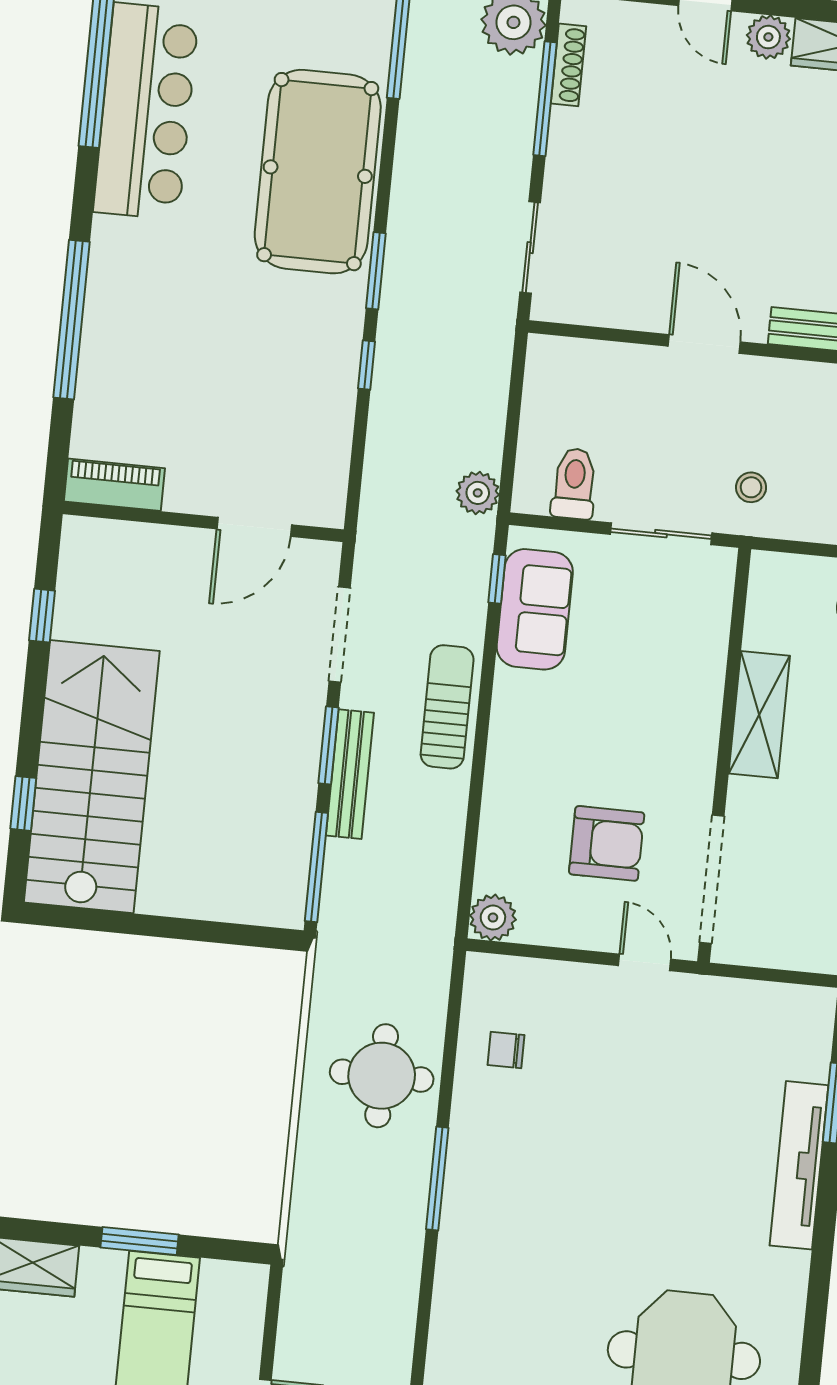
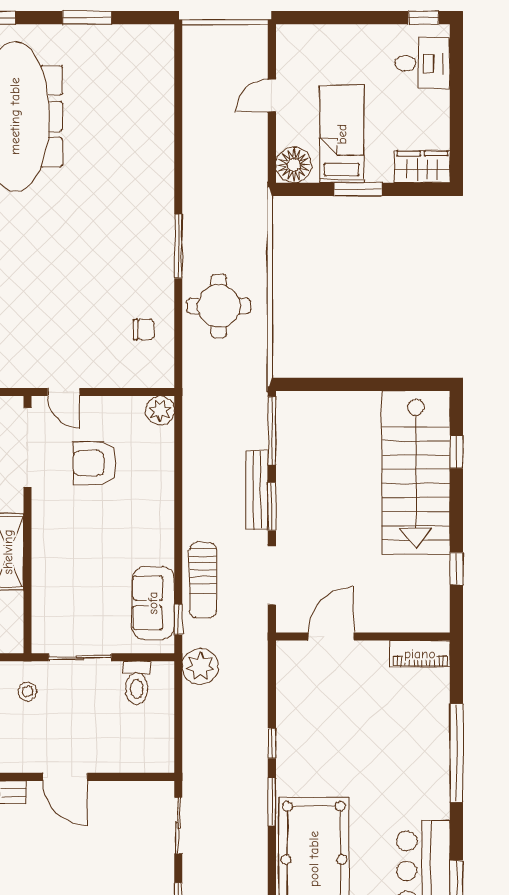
plant: (478, 493) -> (200, 666), width x1.36, depth x1.36
sun lounger: (447, 707) -> (203, 580), moved
floor lamp: (239, 1291) -> (294, 165), added

